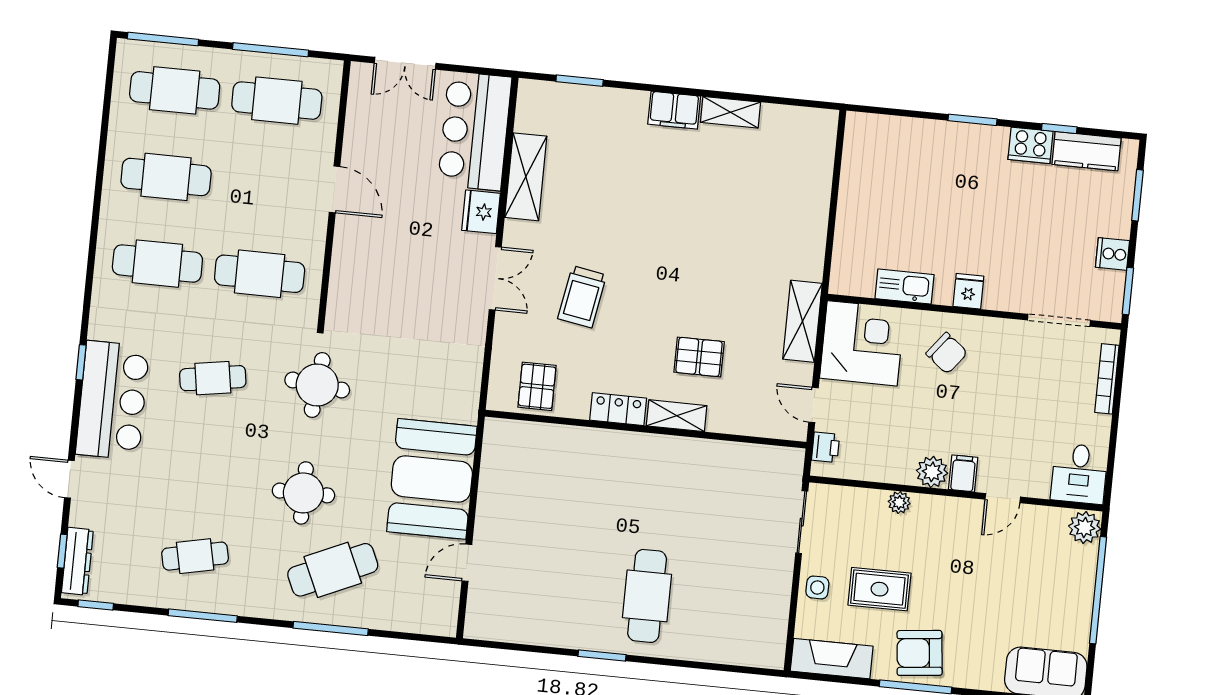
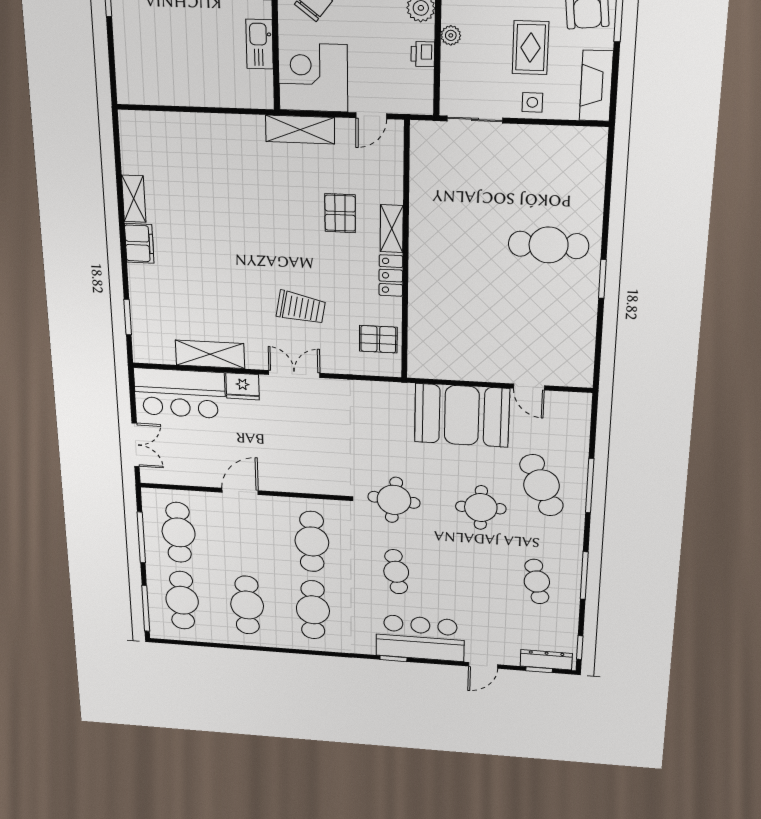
printer: (826, 447) -> (423, 54), moved, turned -90

